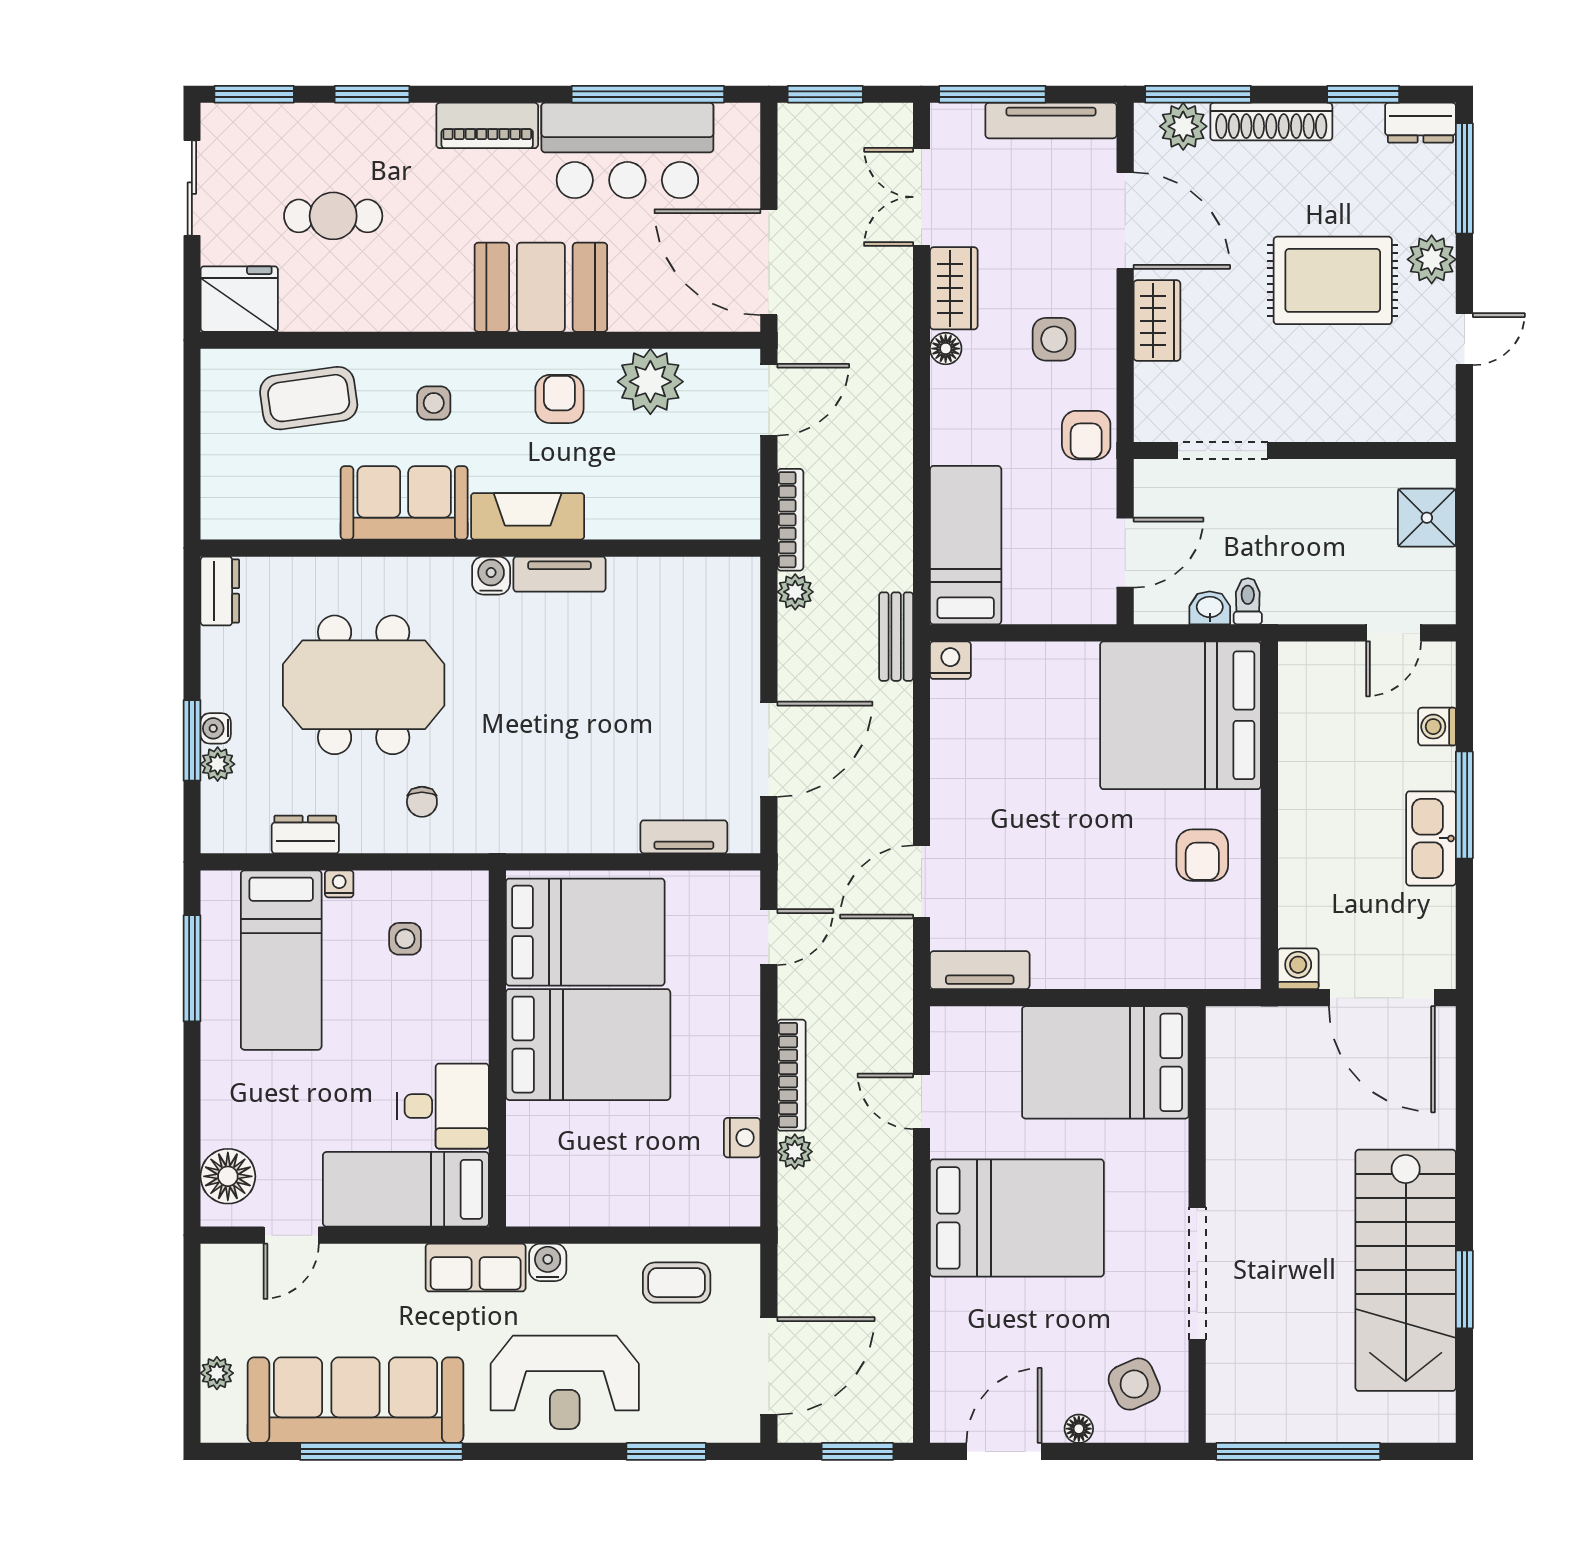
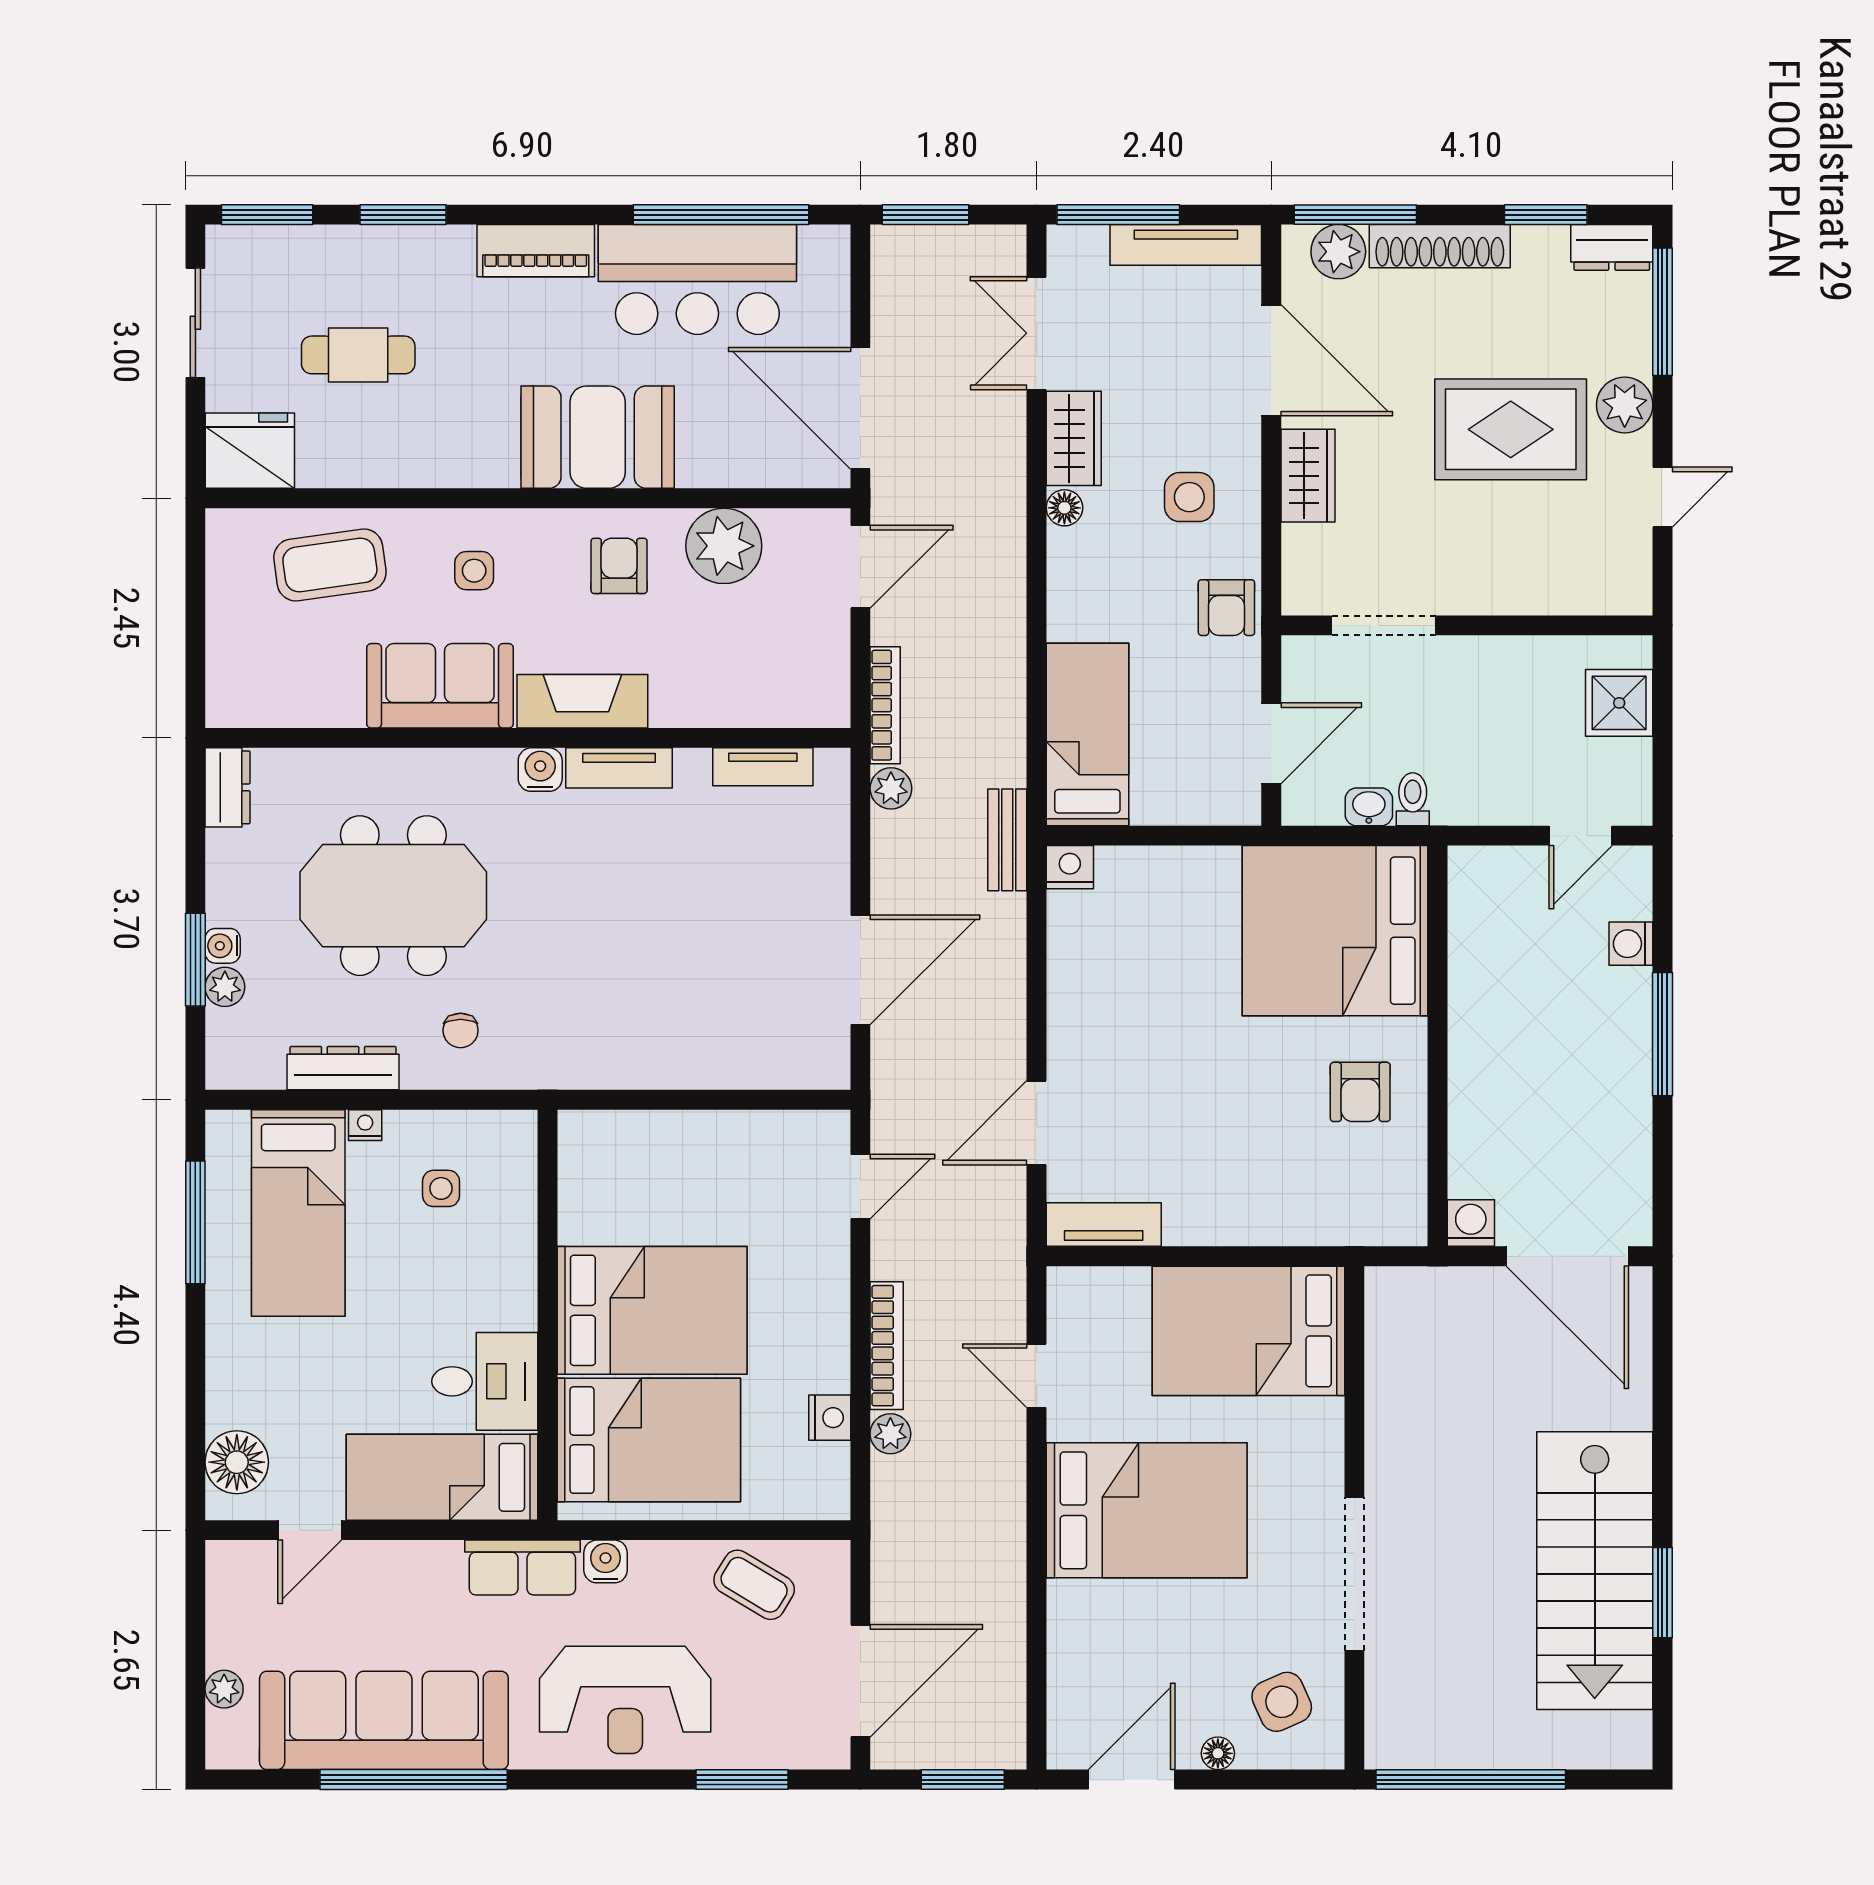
dresser: (305, 835) -> (343, 1068), width x1.44
tv unit: (684, 837) -> (763, 767), moved, turned 180
kitchen sink: (1431, 838) -> (1624, 1073), removed
bed: (585, 932) -> (649, 1440), moved
coffee table: (677, 1283) -> (754, 1585), turned 31

